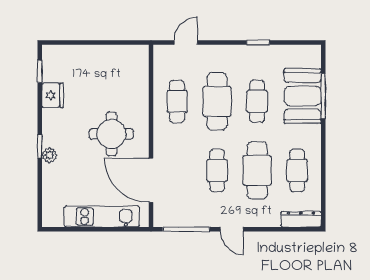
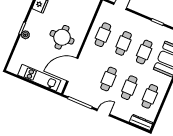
cafe table: (217, 101) -> (124, 43), width x0.73, depth x0.74
cafe table: (257, 170) -> (129, 88), width x0.73, depth x0.74
door: (151, 180) -> (72, 70), hinge flipped
door: (232, 229) -> (103, 112), swing flipped

